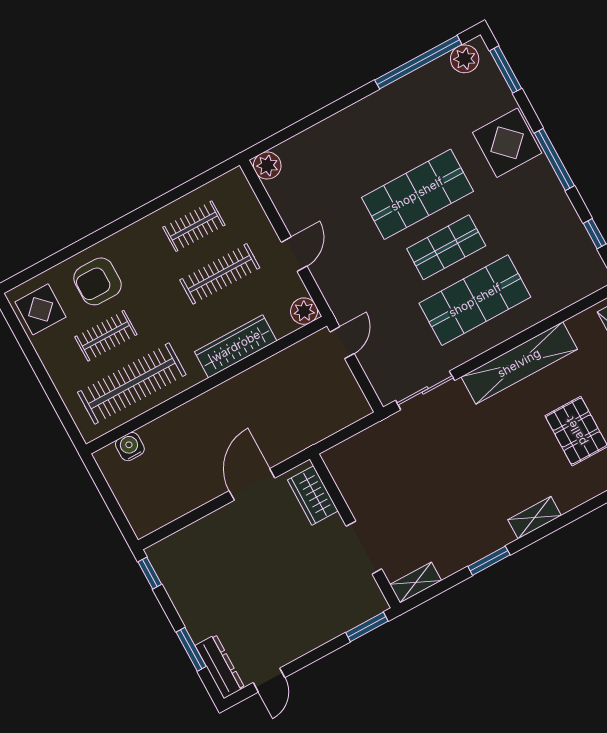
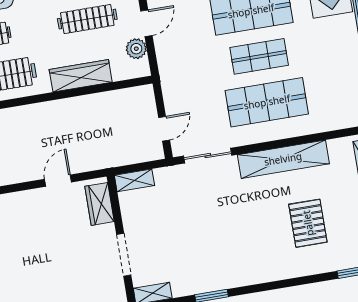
plant: (304, 311) -> (136, 49), moved
door: (342, 343) -> (164, 129), moved
door: (252, 484) -> (58, 181), width x0.73
shelving: (535, 518) -> (134, 180), moved

